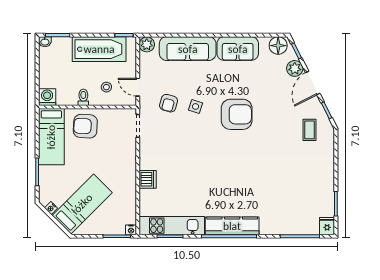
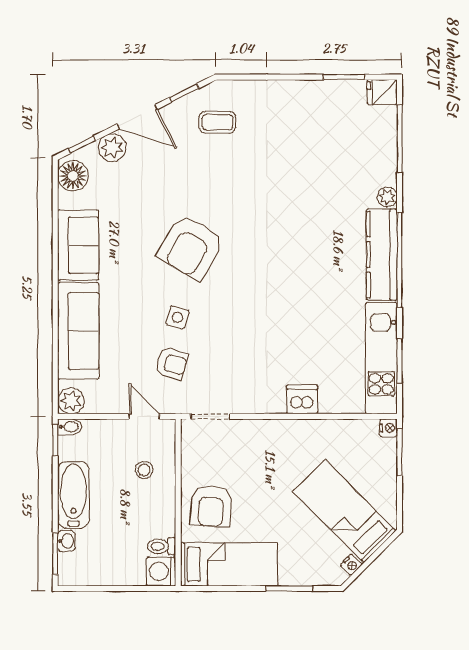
washbasin: (45, 42) -> (66, 541), moved
bidet: (132, 43) -> (69, 427), added
bathtub: (99, 49) -> (73, 495), width x0.73, depth x0.73
door: (138, 87) -> (144, 416), swing flipped
toilet: (83, 97) -> (162, 546), moved
armchair: (237, 114) -> (191, 247), turned -150
plant: (266, 229) -> (387, 197), added

